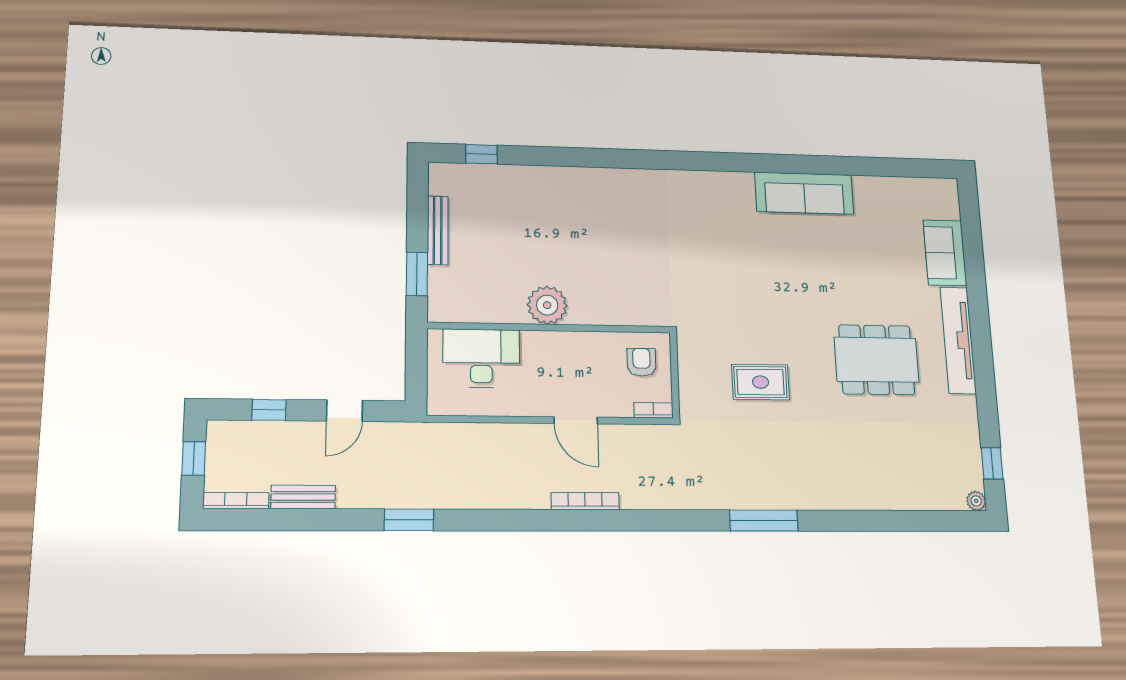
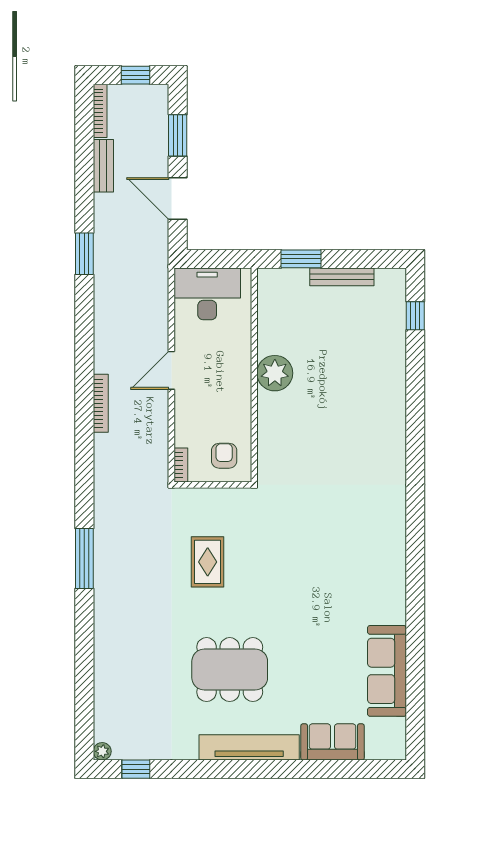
sofa: (804, 193) -> (387, 671), moved
desk: (481, 358) -> (207, 294), moved, turned -90
dining table: (876, 360) -> (230, 670), turned 90
armchair: (641, 362) -> (224, 456), turned -90
window: (269, 410) -> (178, 135), width x1.50
door: (345, 411) -> (178, 198), width x1.38
door: (576, 420) -> (171, 370), moved

